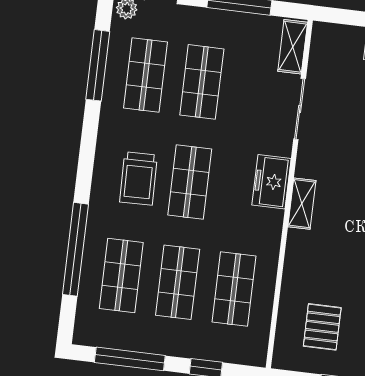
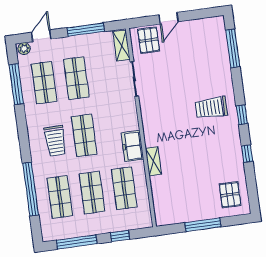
freezer: (271, 182) -> (132, 146), moved
shelving: (302, 204) -> (153, 161), moved
pallet: (322, 327) -> (149, 40), moved

